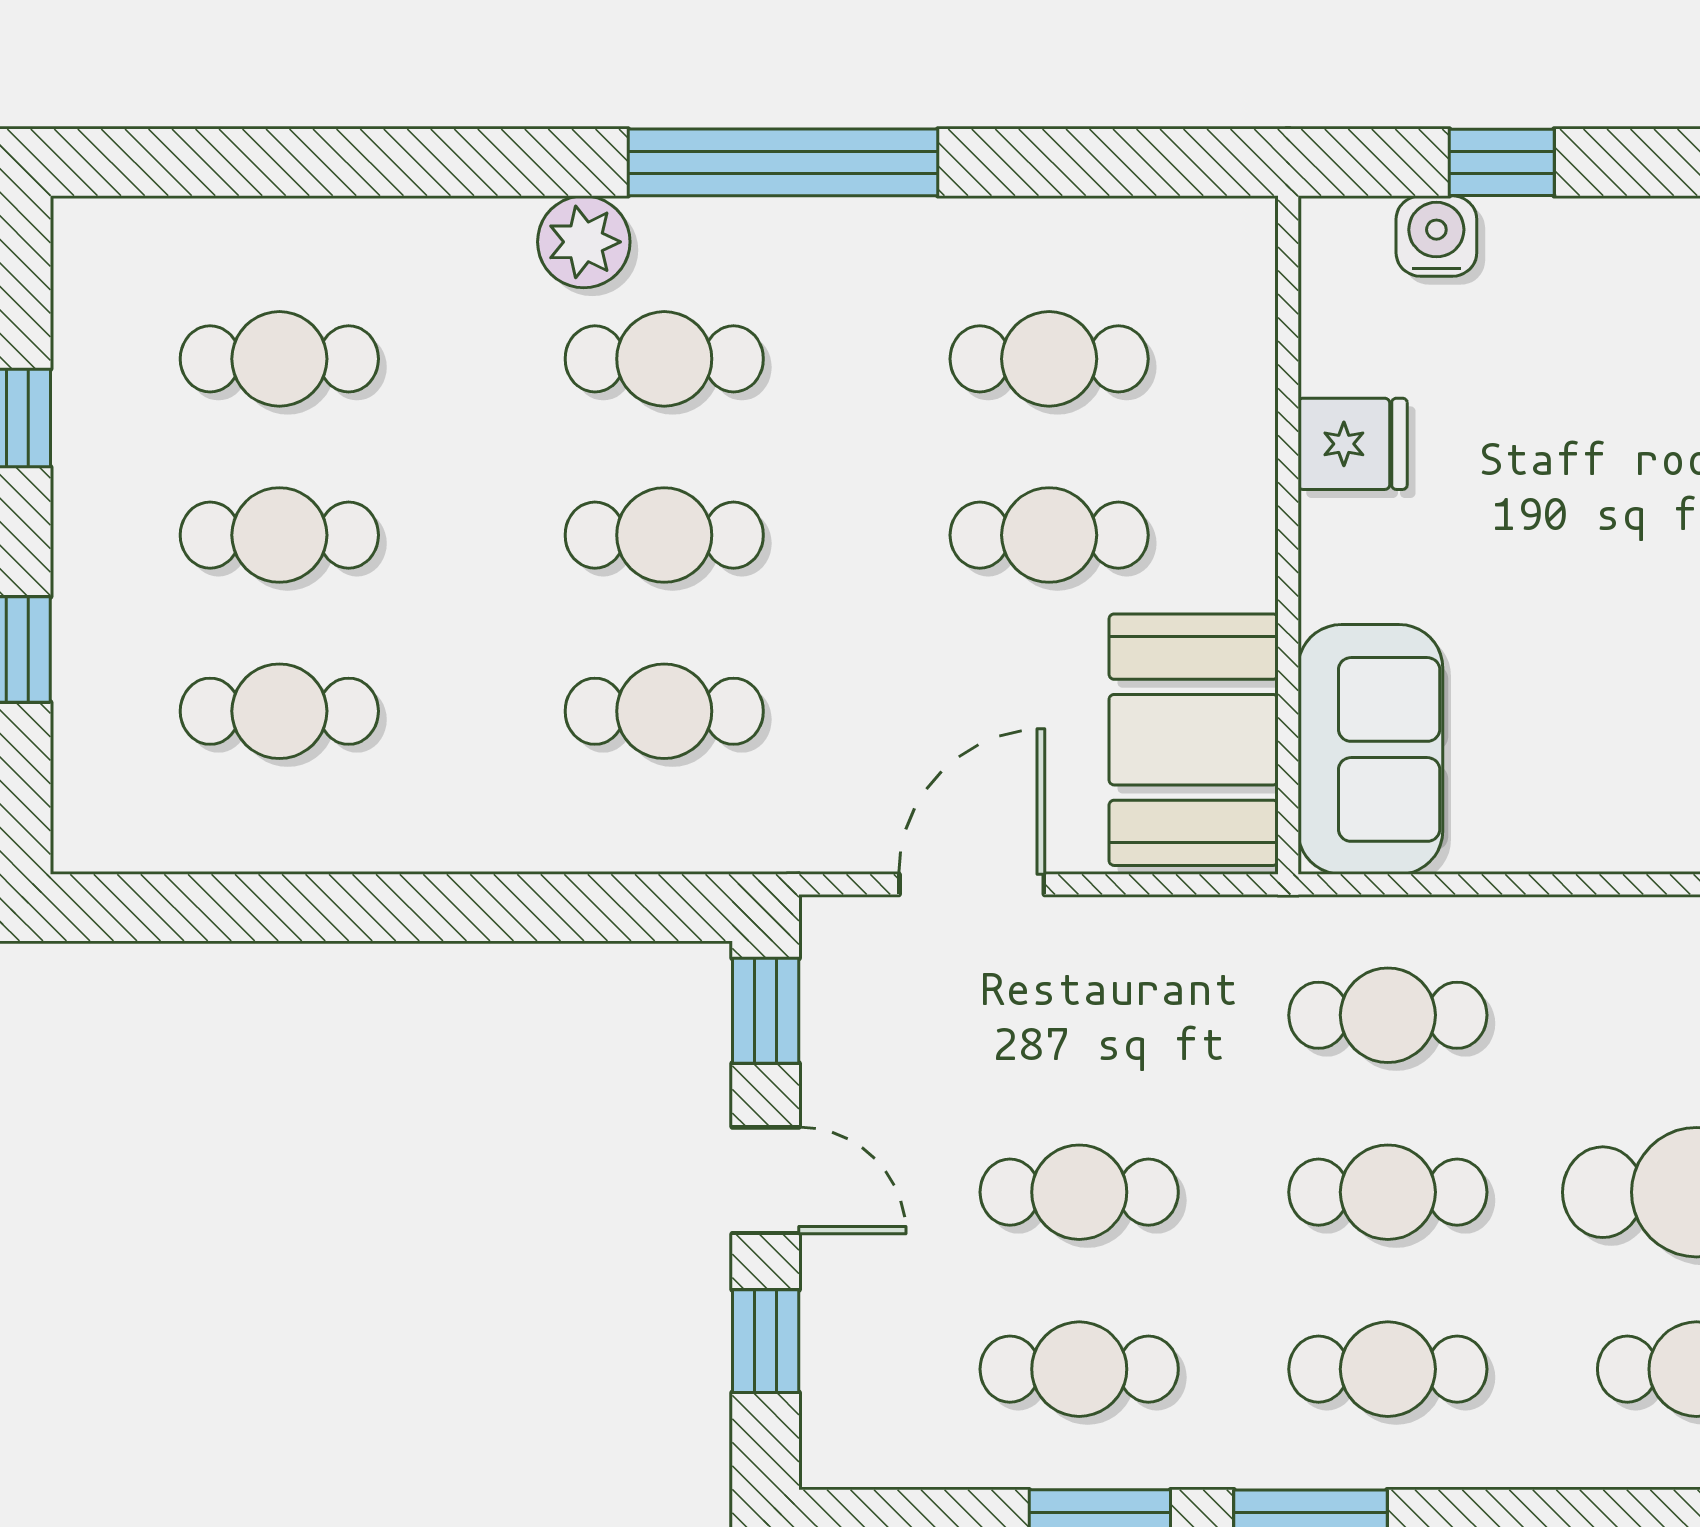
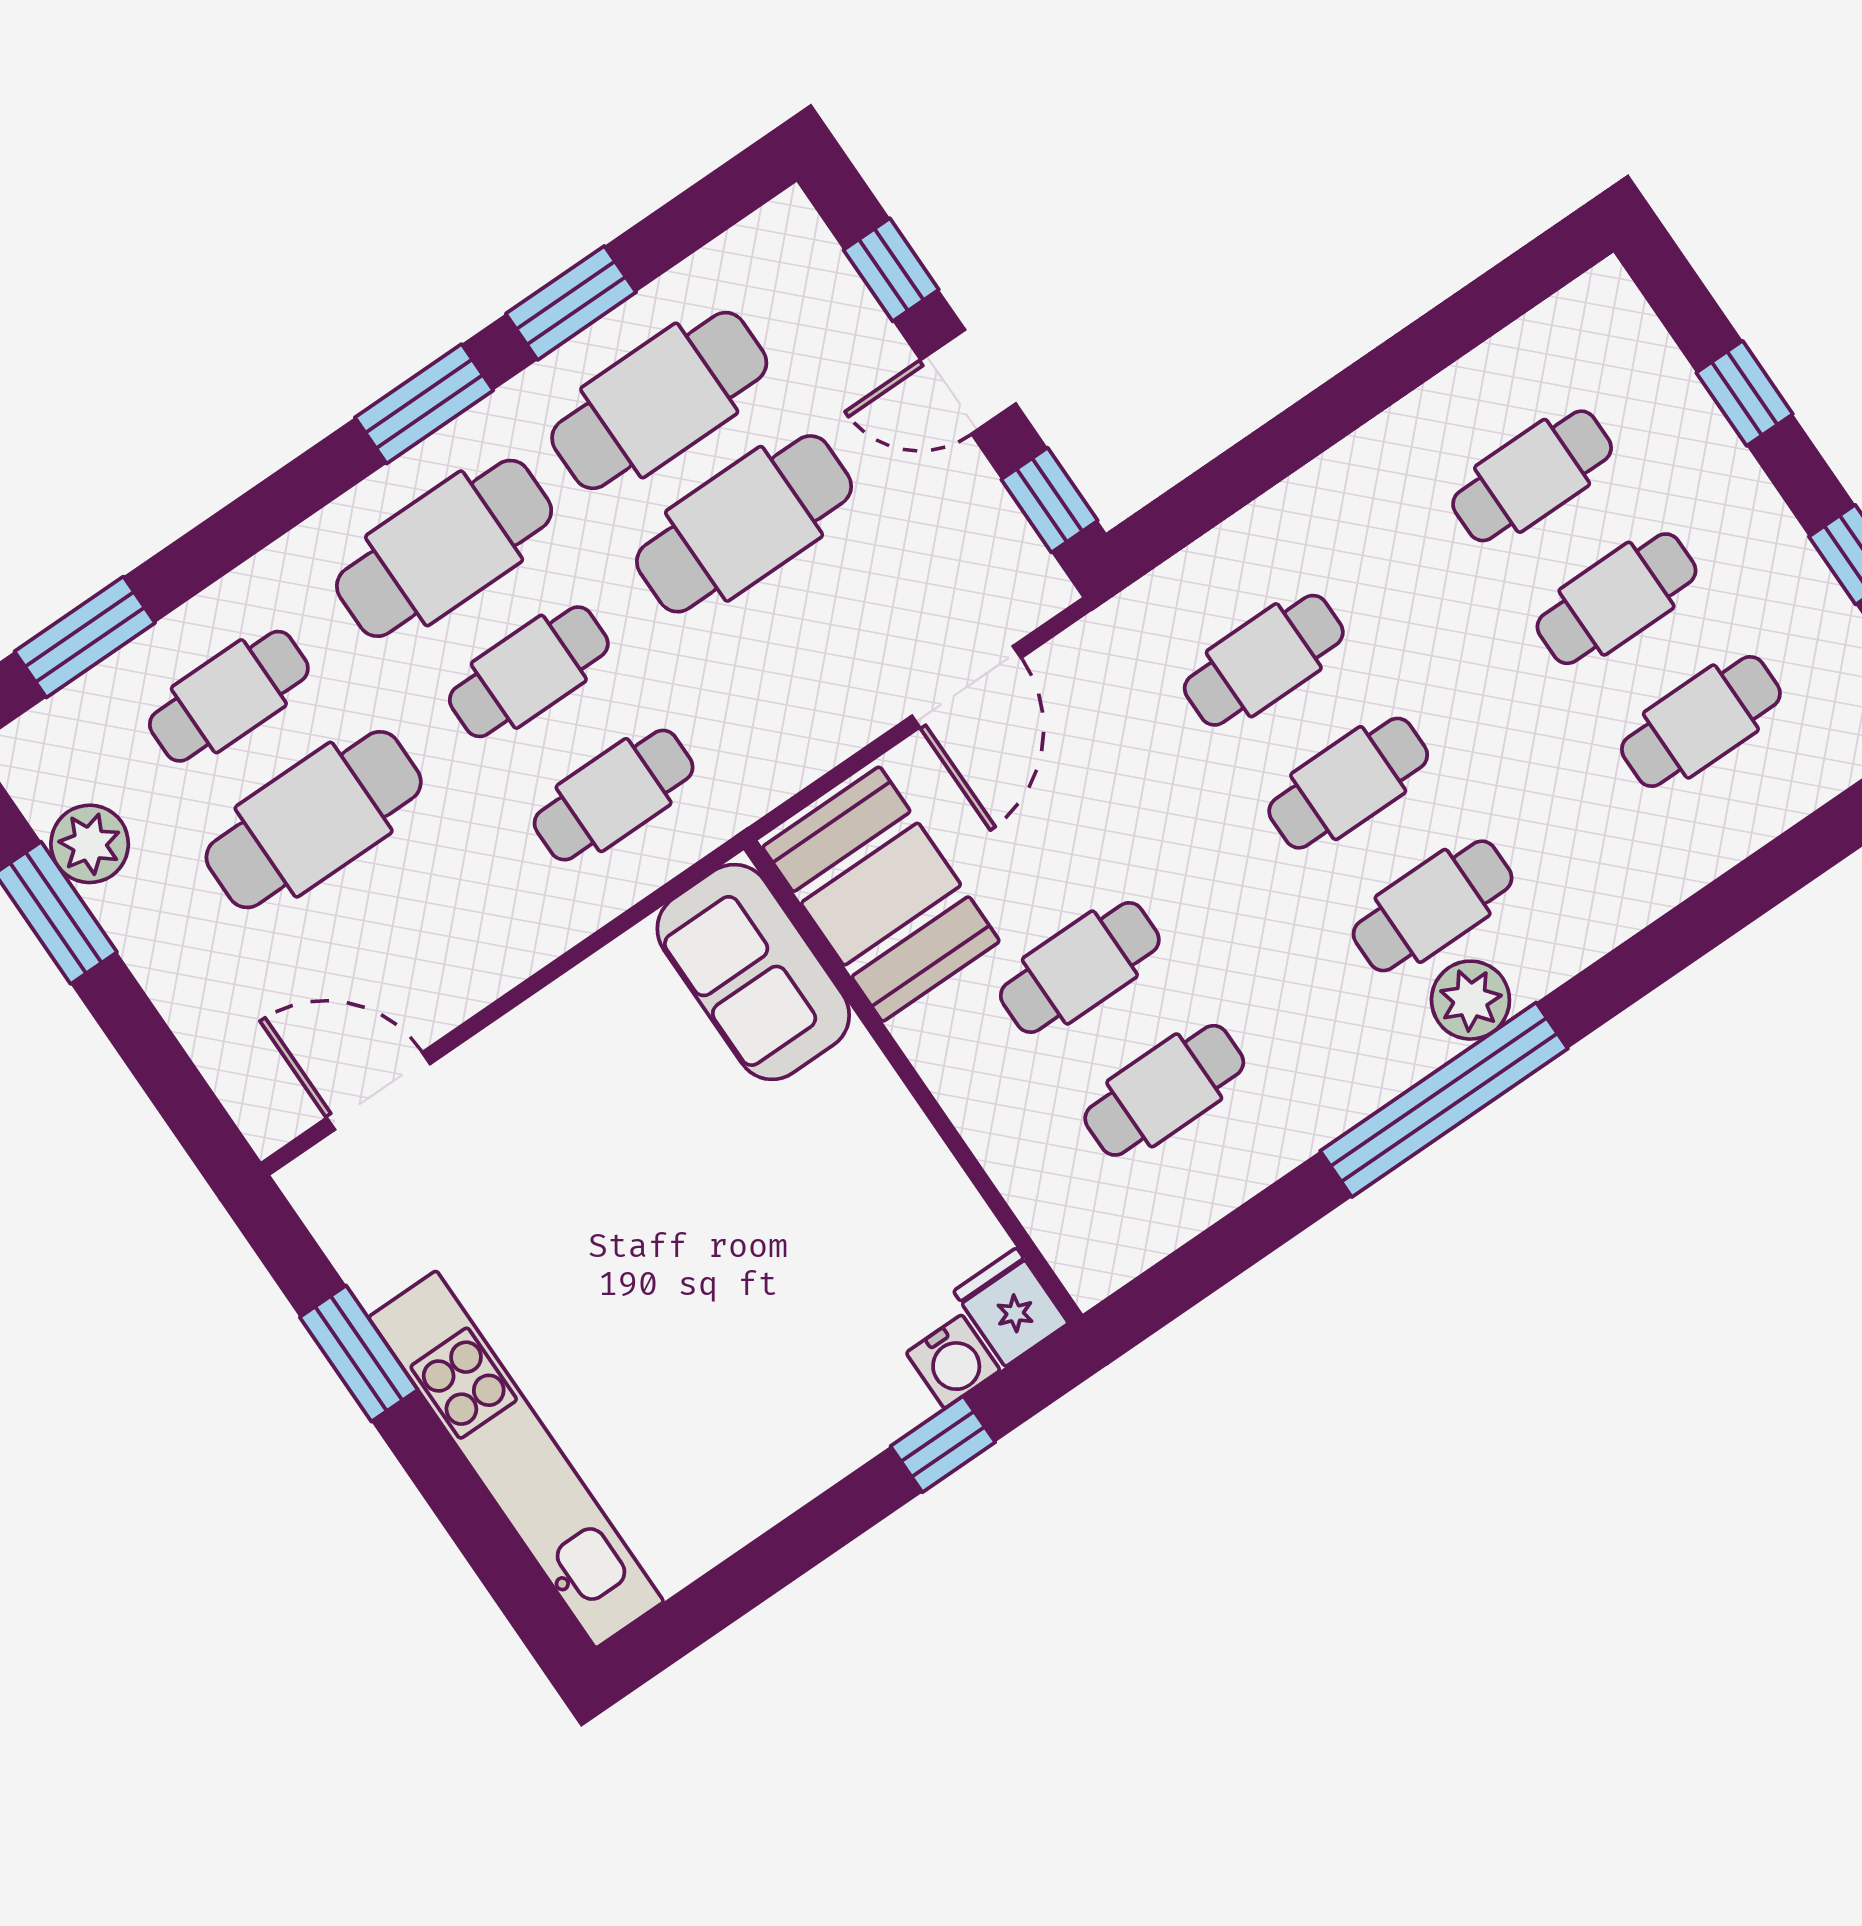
plant: (584, 242) -> (1470, 1000), moved
fridge: (1353, 444) -> (1011, 1307), moved, turned 90
cafe table: (1079, 1192) -> (744, 524), width x1.37, depth x1.35
cafe table: (1079, 1369) -> (659, 400), width x1.37, depth x1.35
cafe table: (1388, 1369) -> (444, 548), width x1.37, depth x1.35

